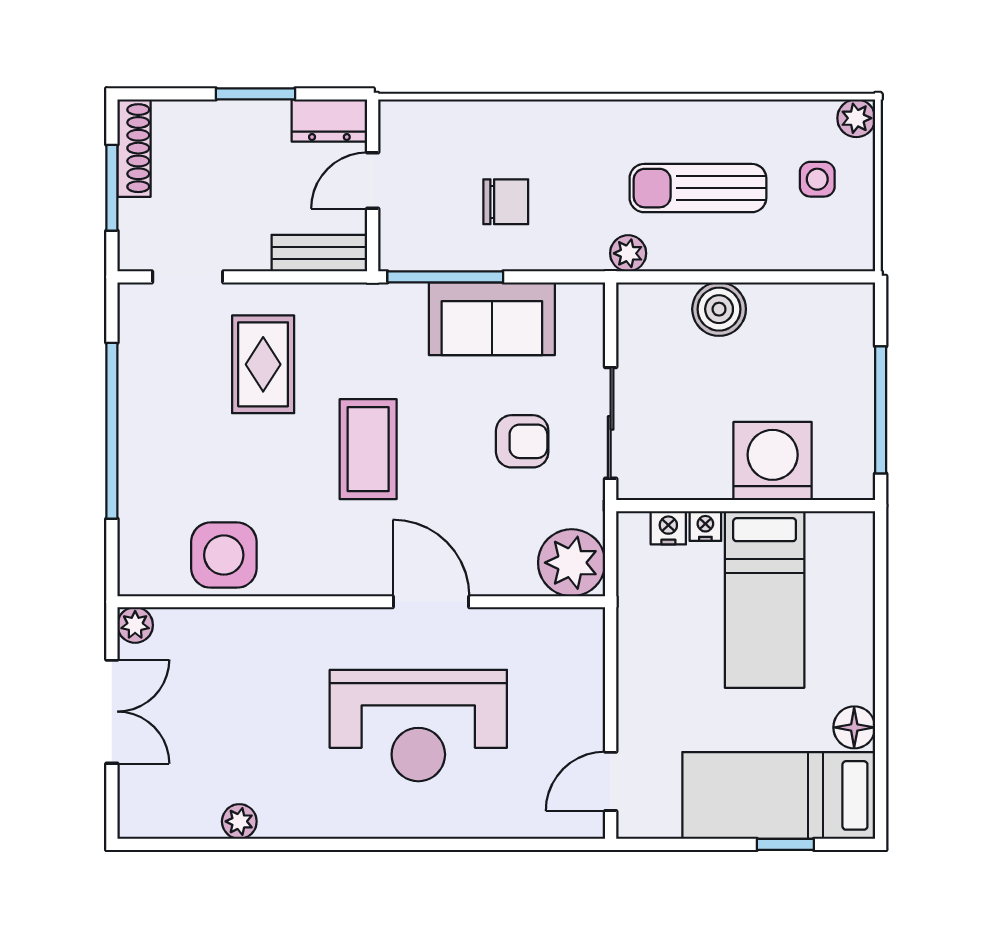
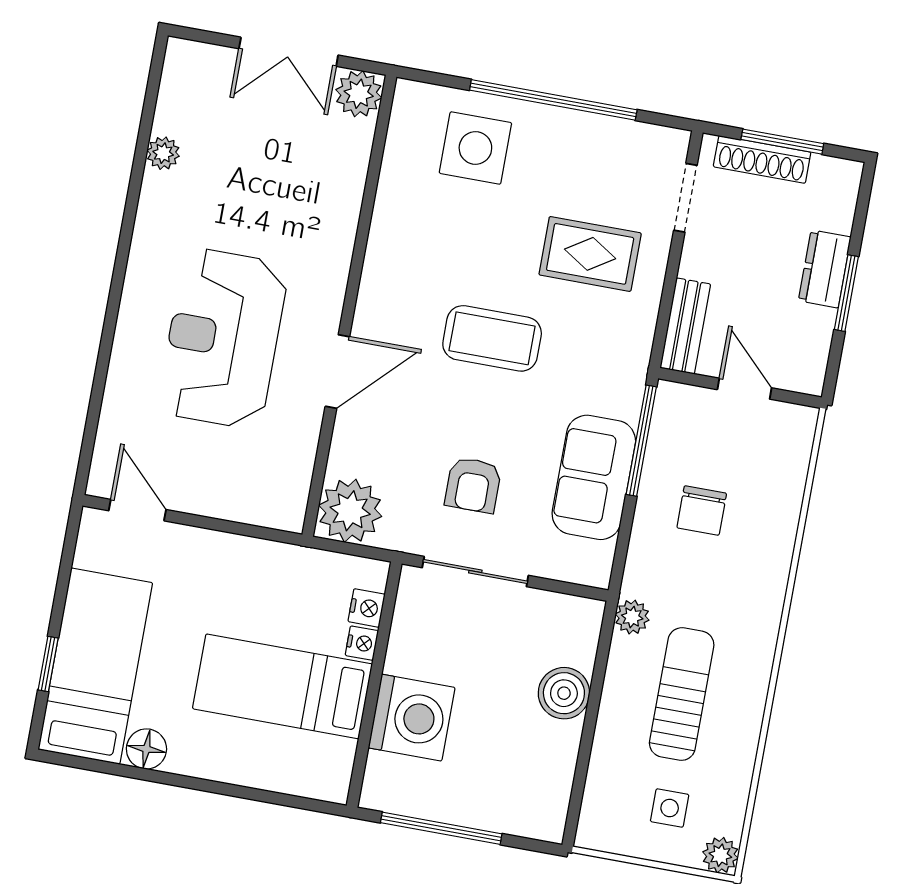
dresser: (329, 120) -> (825, 269), moved
shoe rack: (134, 148) -> (762, 159), moved
side table: (224, 555) -> (475, 148), moved
plant: (135, 625) -> (359, 94), width x1.38, depth x1.38

